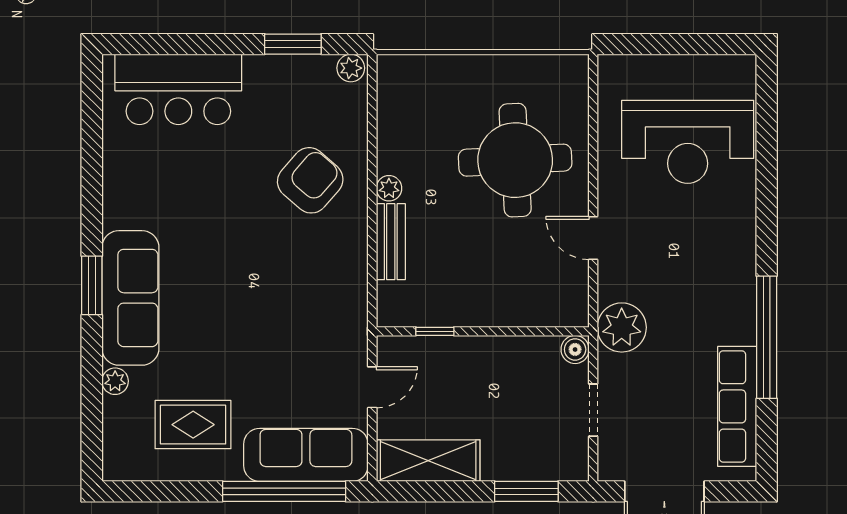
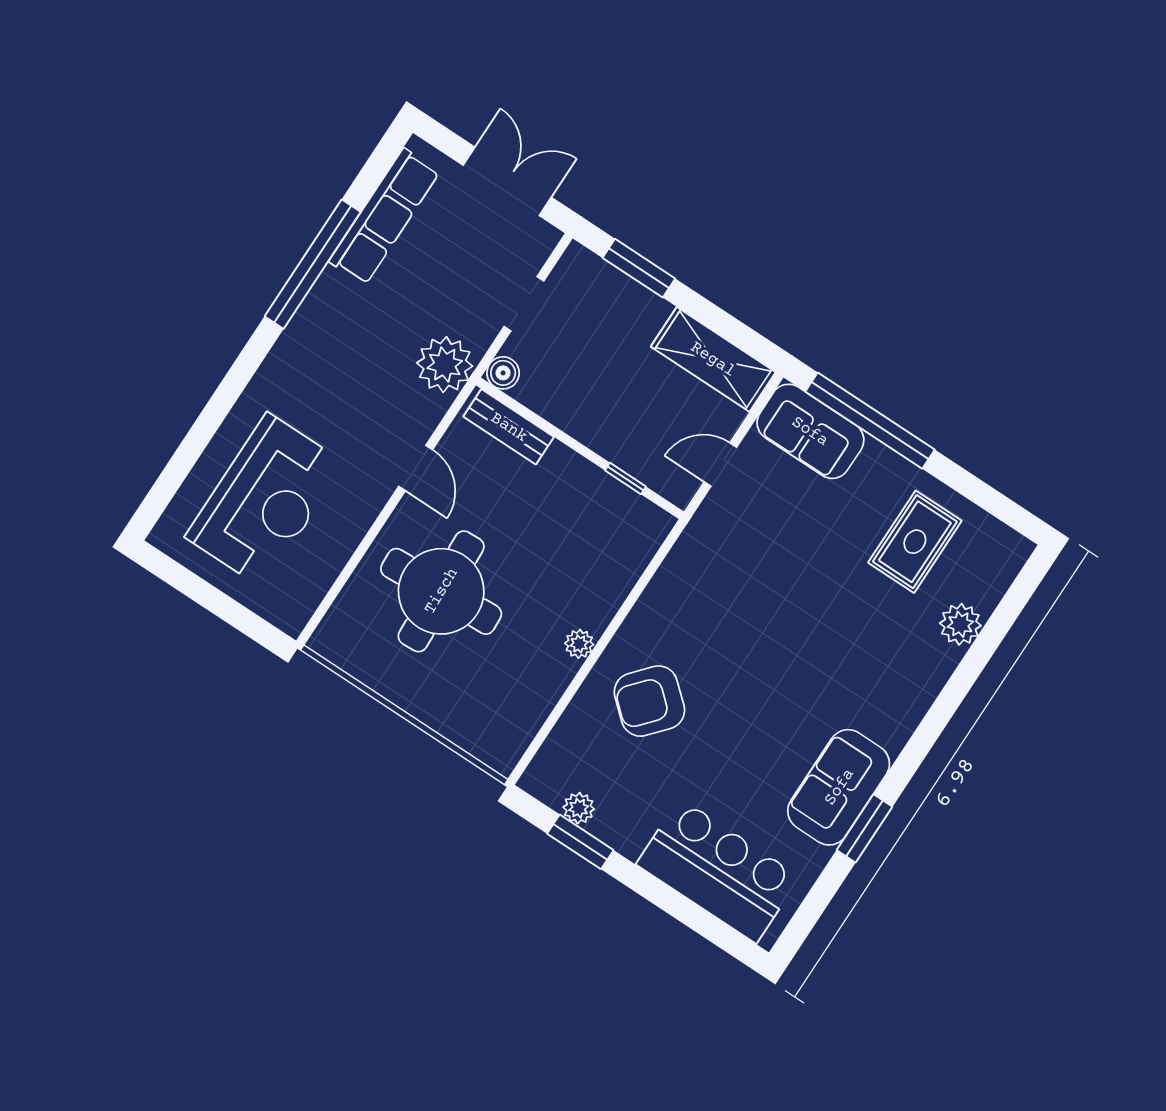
plant: (351, 68) -> (579, 808), moved
reception desk: (688, 142) -> (265, 500), turned 90
bench: (391, 242) -> (509, 427), moved, turned 90
window: (92, 285) -> (865, 828), moved
sofa: (130, 298) -> (839, 787), moved, width x0.73
plant: (115, 381) -> (960, 624), width x1.38, depth x1.38
rug: (193, 425) -> (915, 542), turned 90
sofa: (306, 455) -> (810, 431), width x0.73

